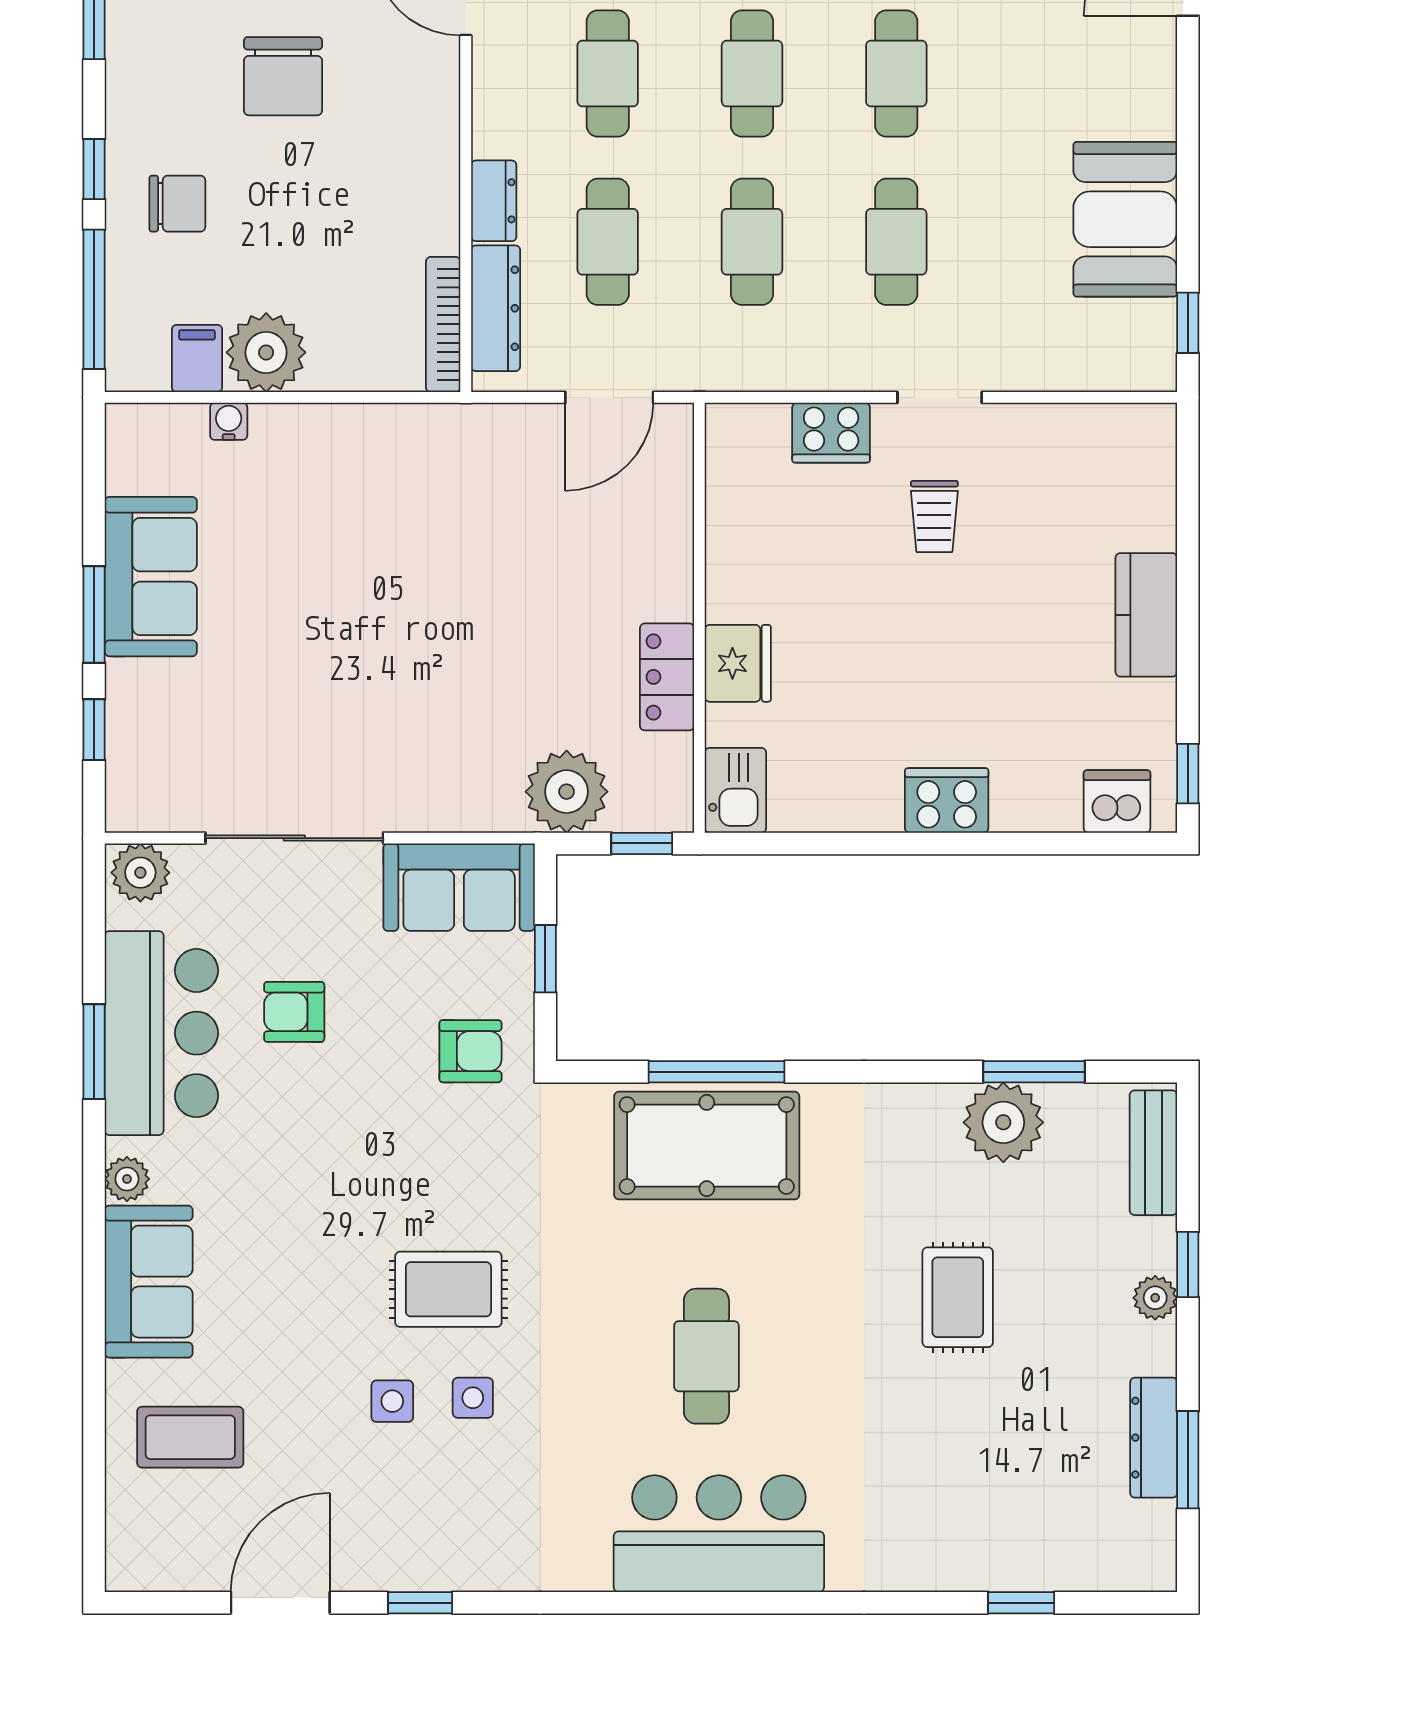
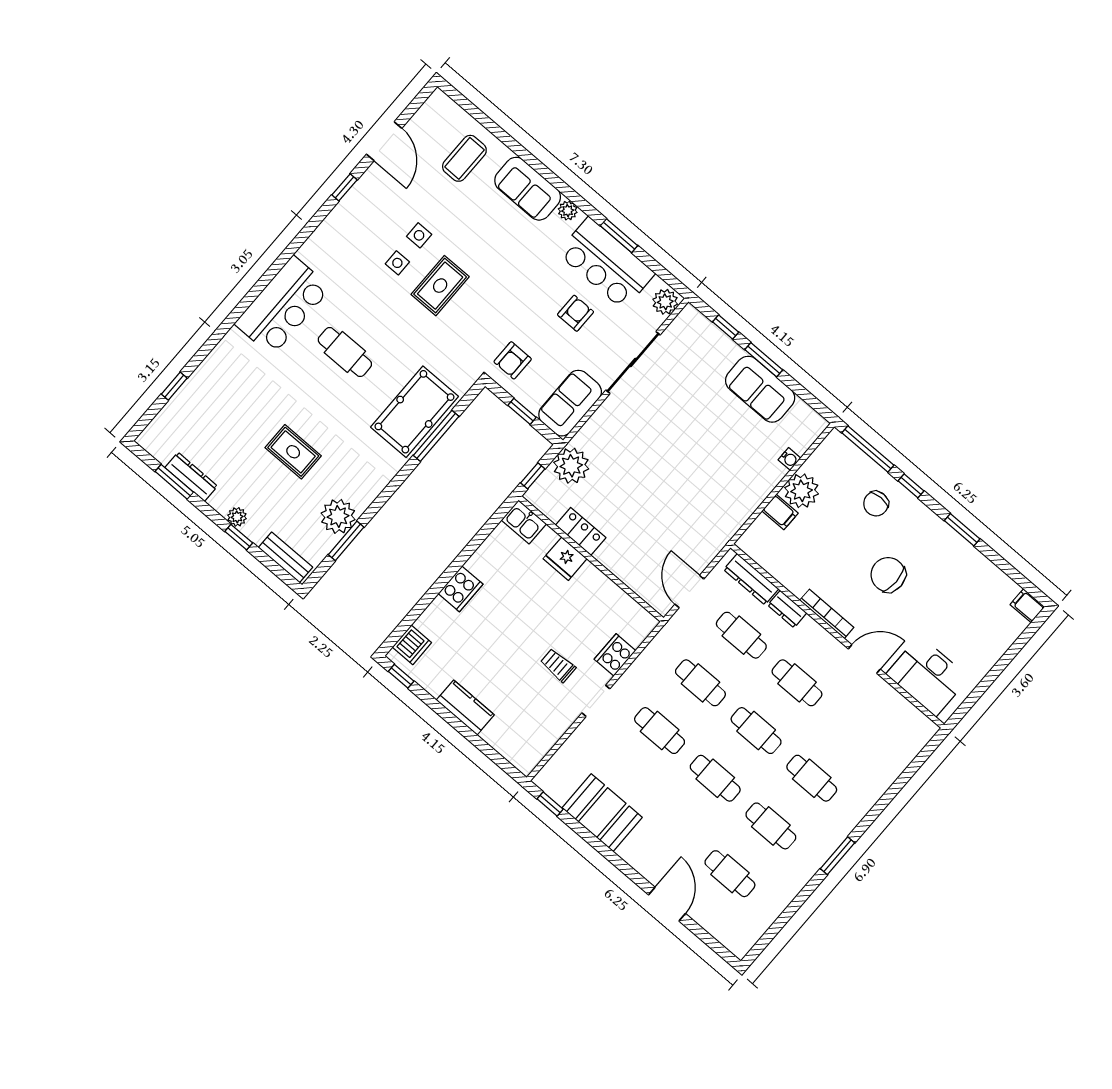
bookcase: (443, 324) -> (827, 614), moved
filing cabinet: (197, 358) -> (780, 512), moved

